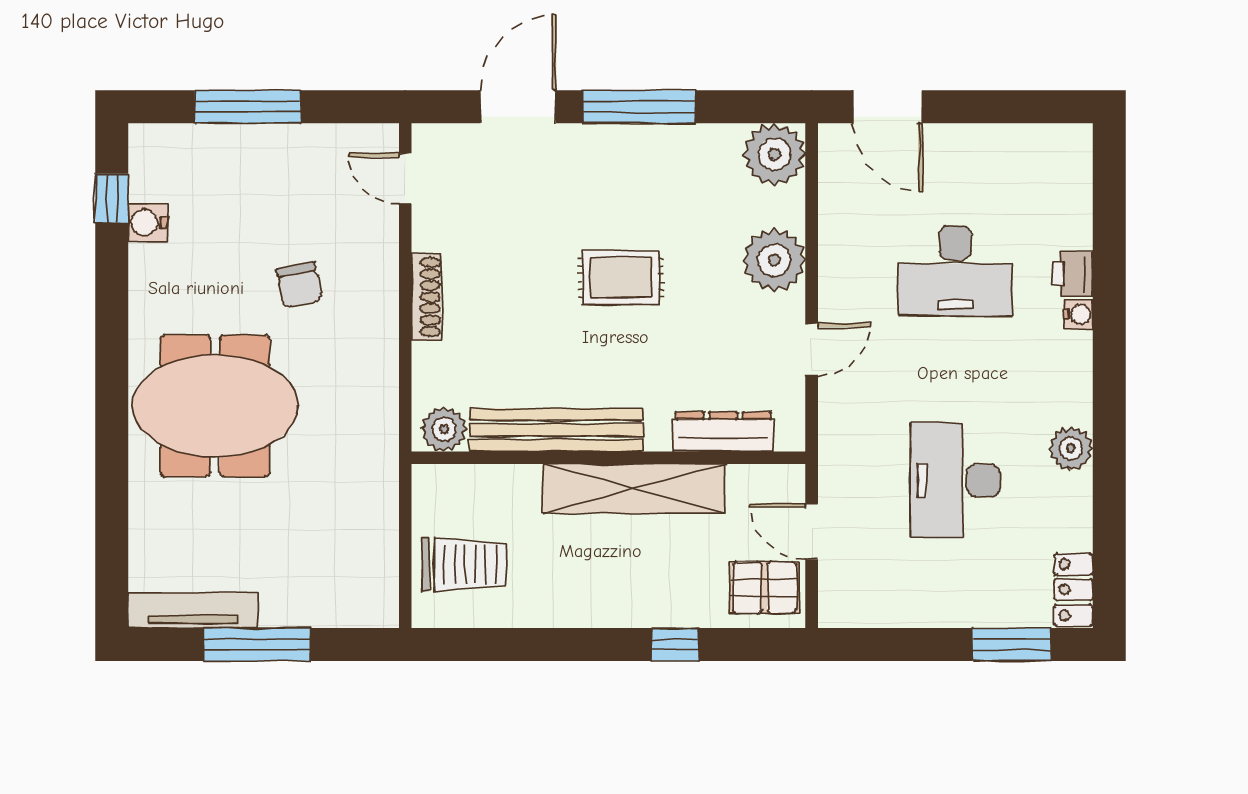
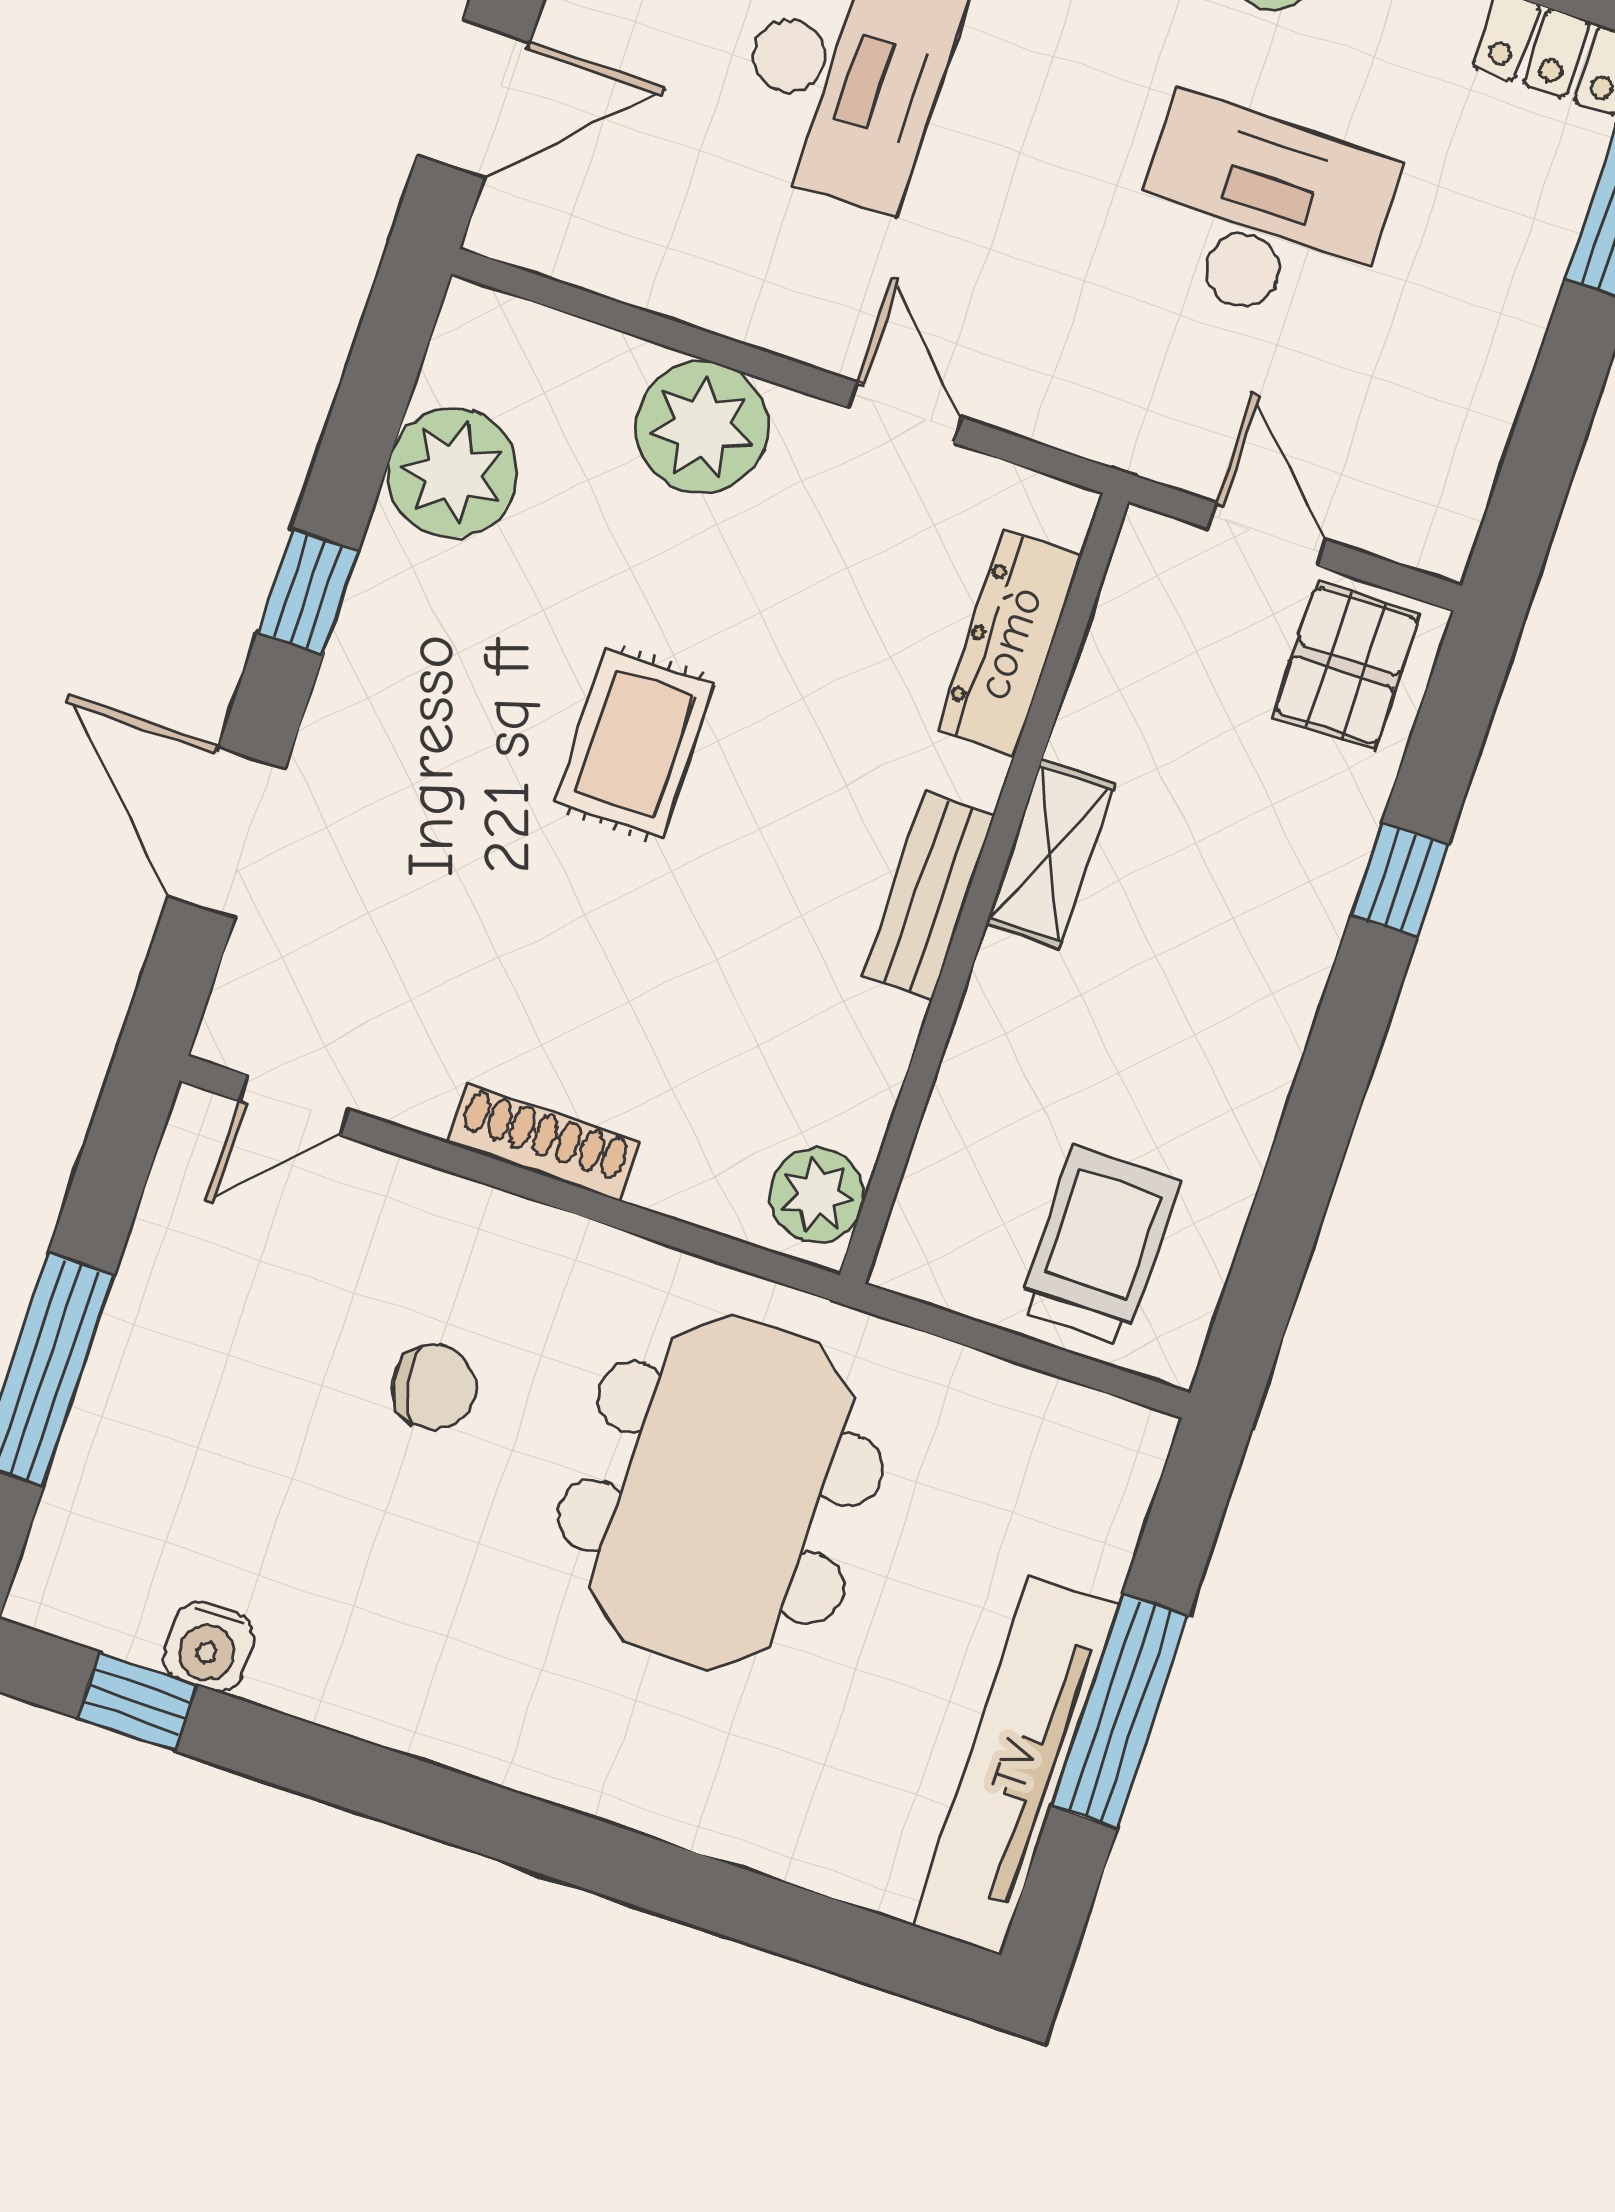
window: (640, 107) -> (308, 592), width x0.46
plant: (774, 154) -> (453, 473), moved
meeting table: (215, 406) -> (721, 1493), moved
bench: (556, 430) -> (928, 896), width x0.54, depth x0.82
desk: (955, 480) -> (1261, 214), turned 180
shelving: (634, 489) -> (1050, 854), width x0.45, depth x0.75
door: (812, 532) -> (1266, 534), swing flipped
tv unit: (193, 610) -> (1015, 1766), width x1.36, depth x1.29

